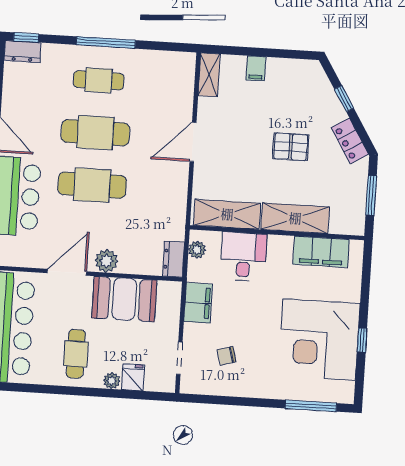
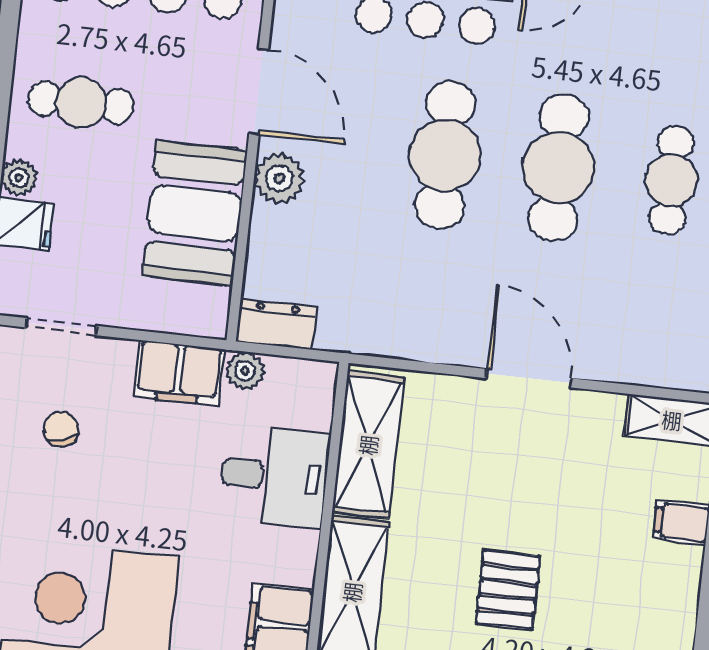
plant: (197, 250) -> (245, 371), moved

